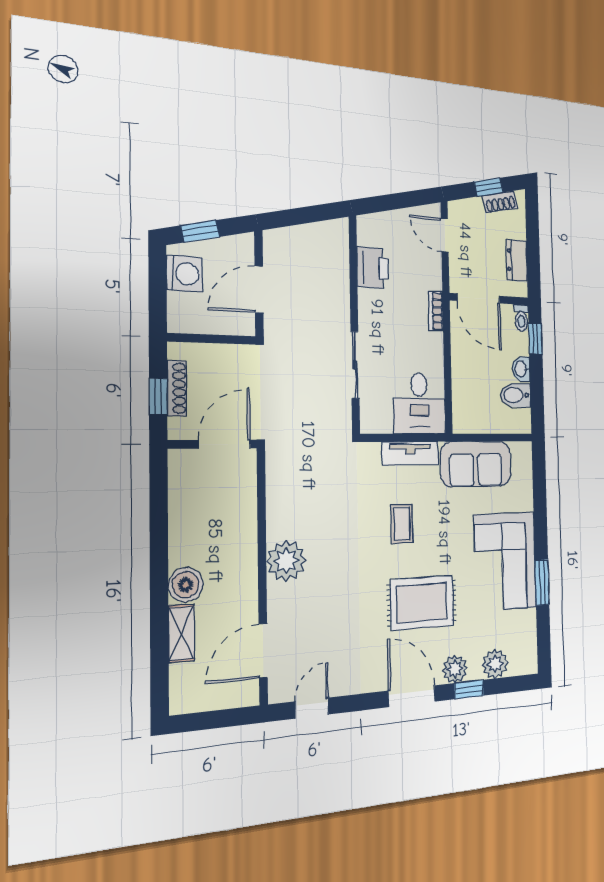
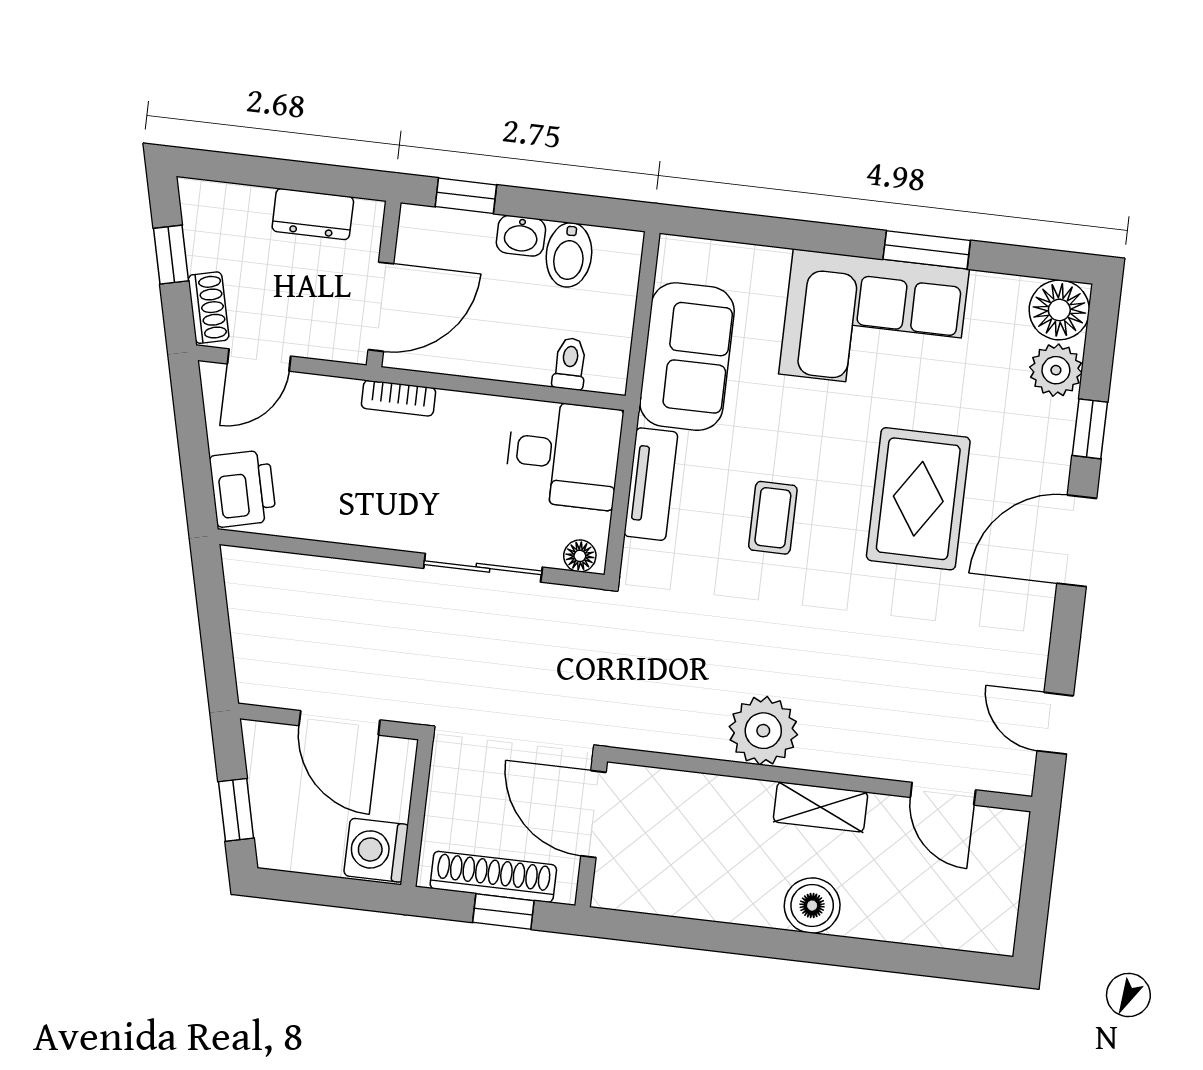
shoe rack: (500, 202) -> (208, 308), moved
printer: (373, 268) -> (243, 489), moved, turned 77
washing machine: (184, 274) -> (376, 850), moved, turned -90
toilet: (521, 318) -> (570, 364), moved, turned -90
shoe rack: (177, 388) -> (493, 877), width x1.36, depth x1.24
floor lamp: (368, 419) -> (580, 556), added
coffee table: (402, 524) -> (773, 518), turned 90
plant: (286, 561) -> (763, 731), moved
shelving: (181, 633) -> (821, 807), moved
door: (263, 651) -> (943, 794), width x0.73
floor lamp: (524, 659) -> (1059, 310), added
plant: (455, 669) -> (1048, 451), removed

